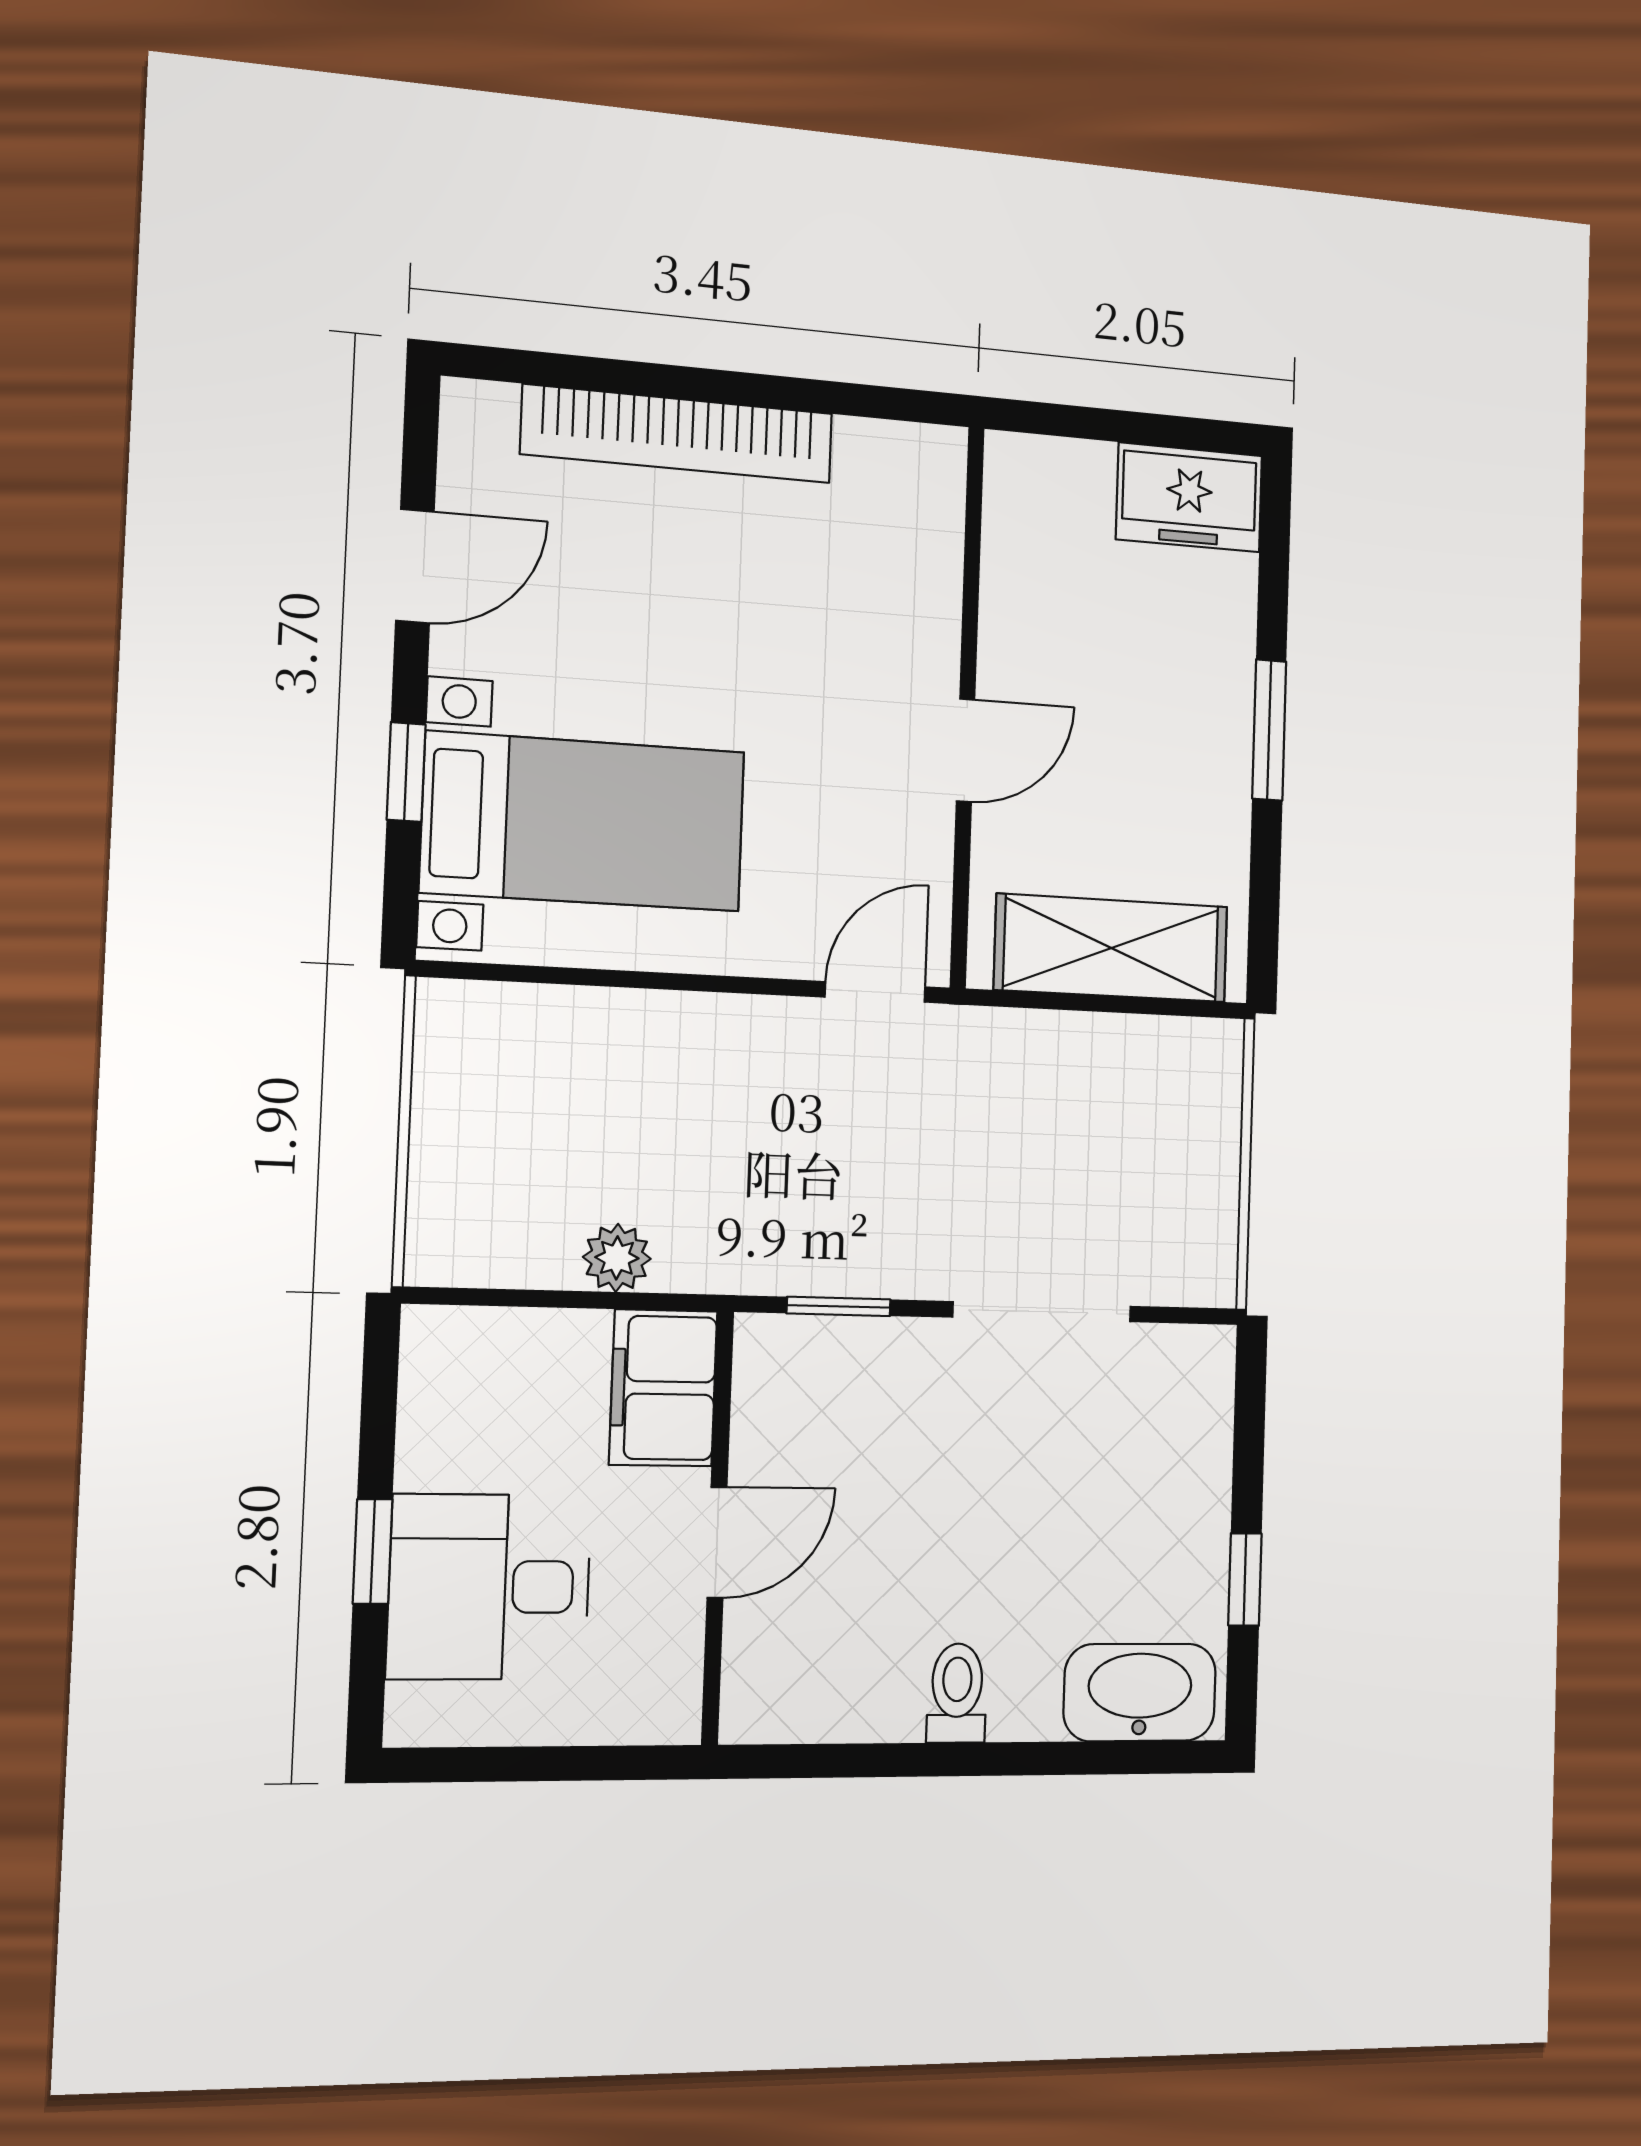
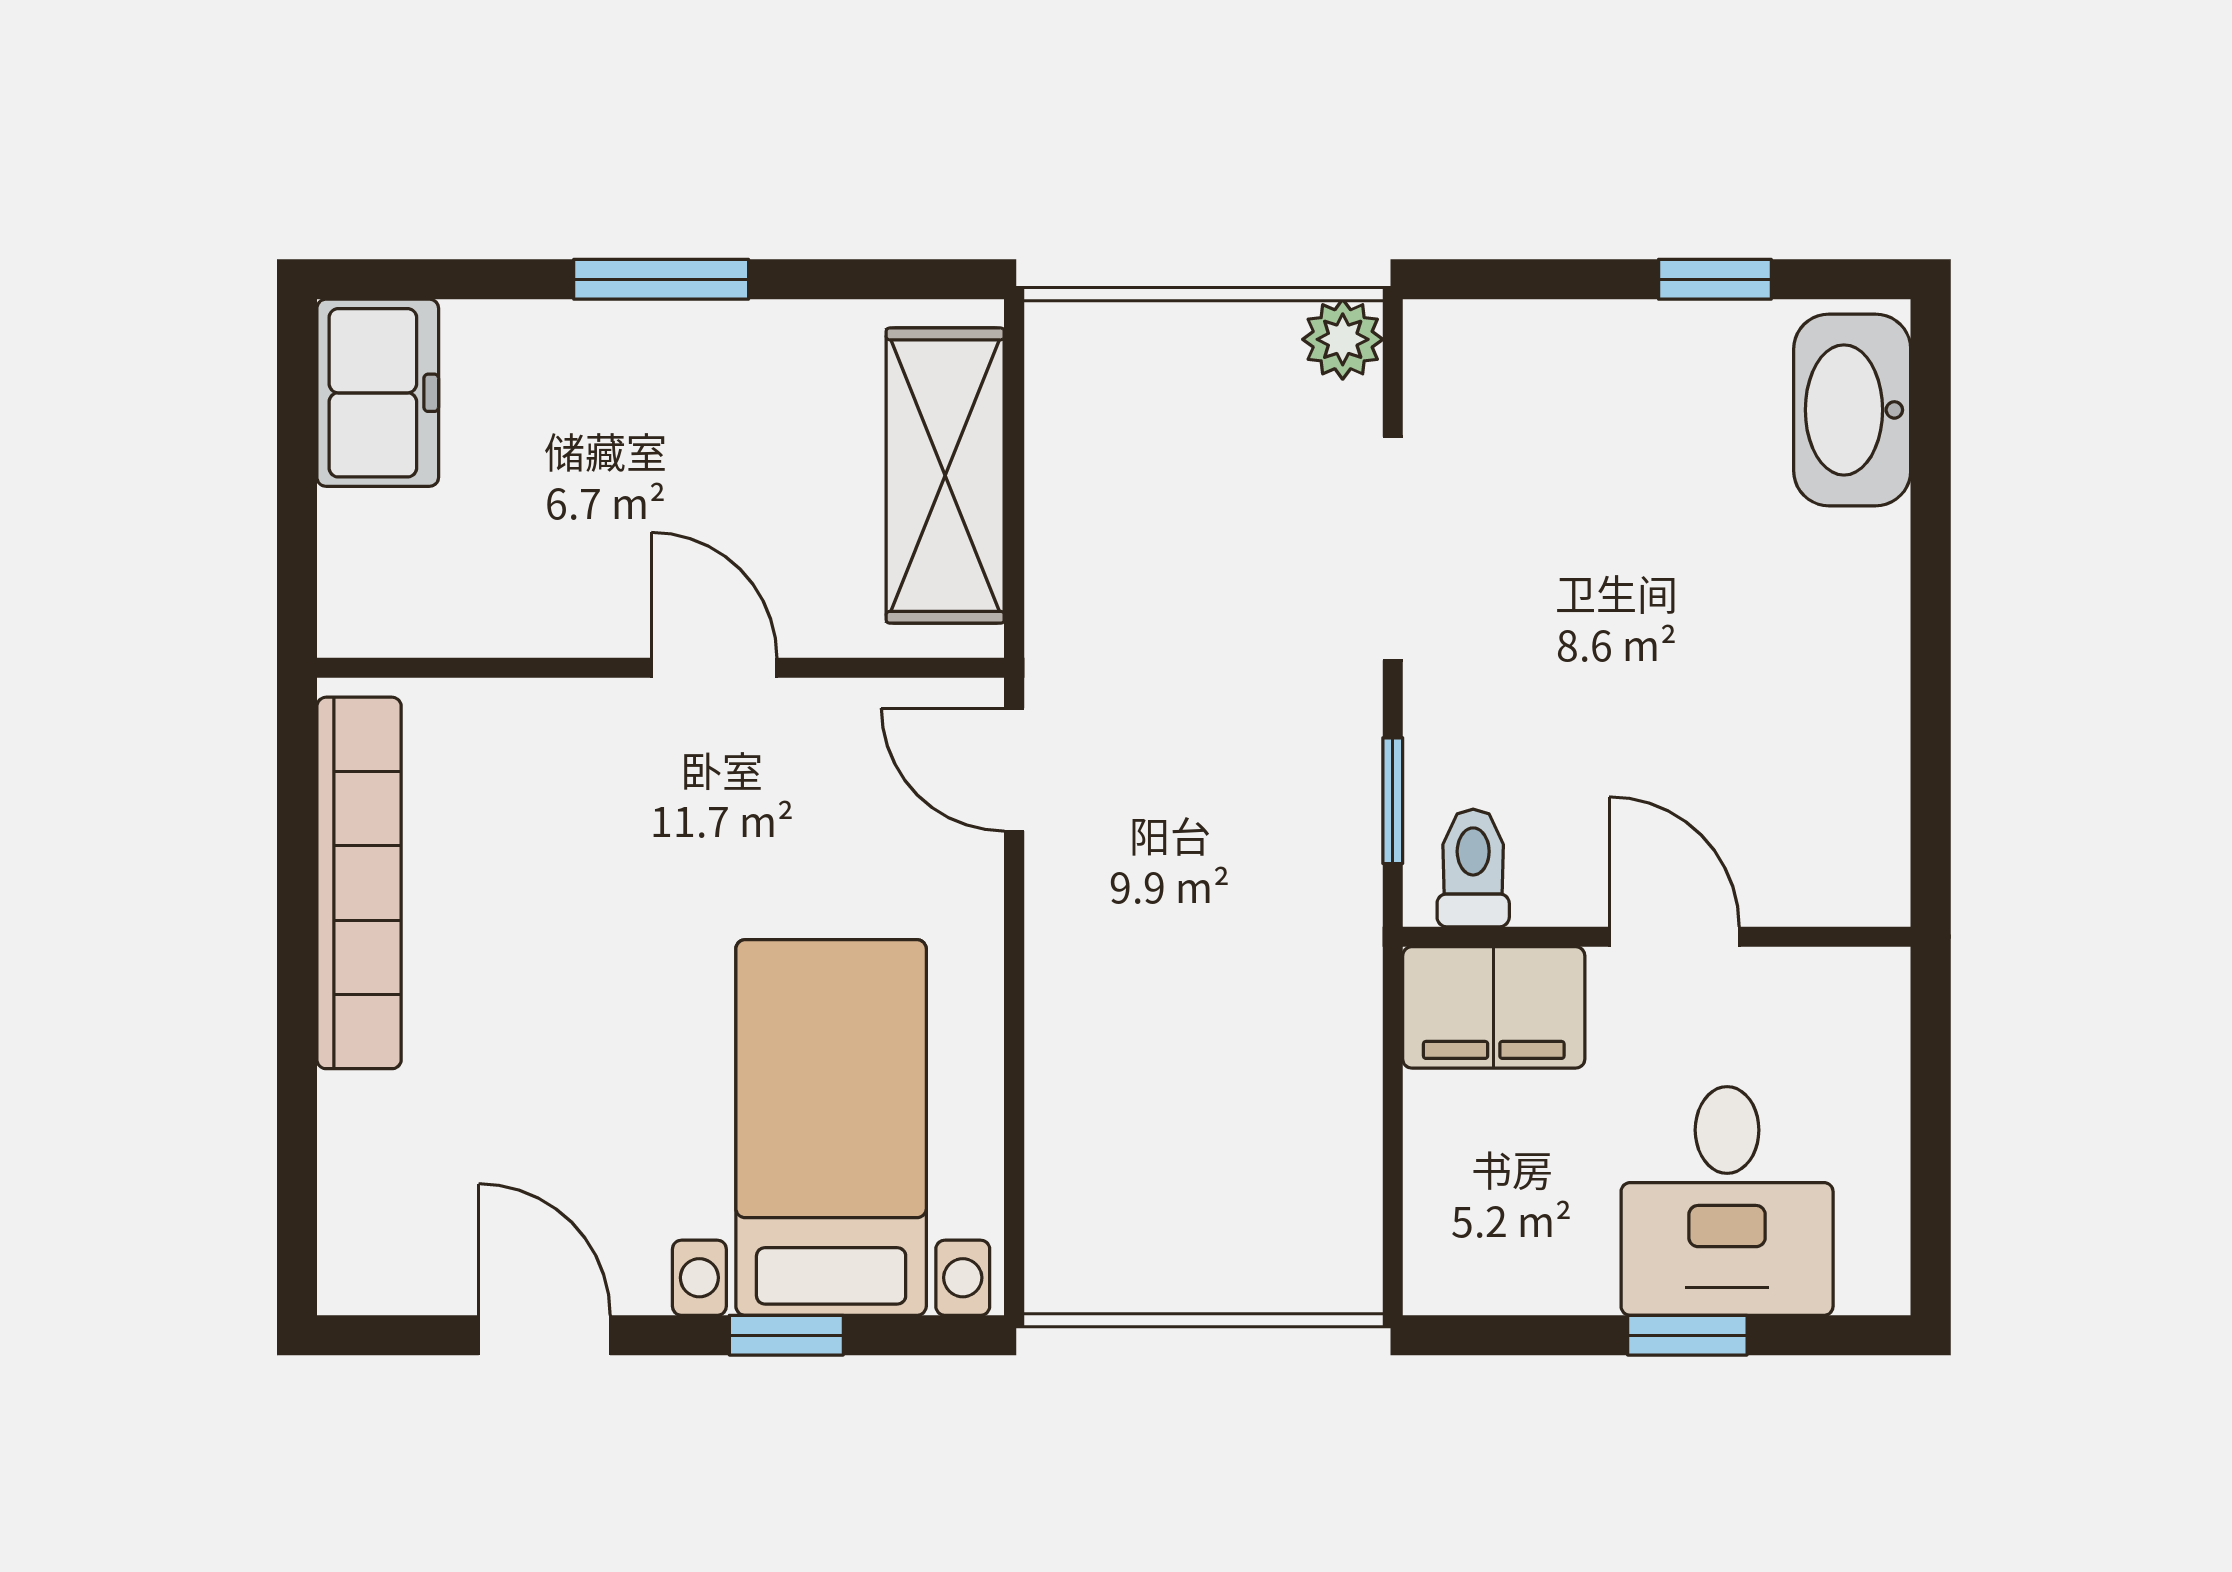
bookcase: (678, 434) -> (359, 883), moved
plant: (617, 1258) -> (1343, 339), moved
toilet: (957, 1693) -> (1473, 868), moved, turned 90

